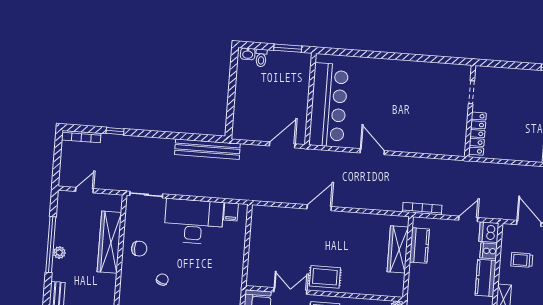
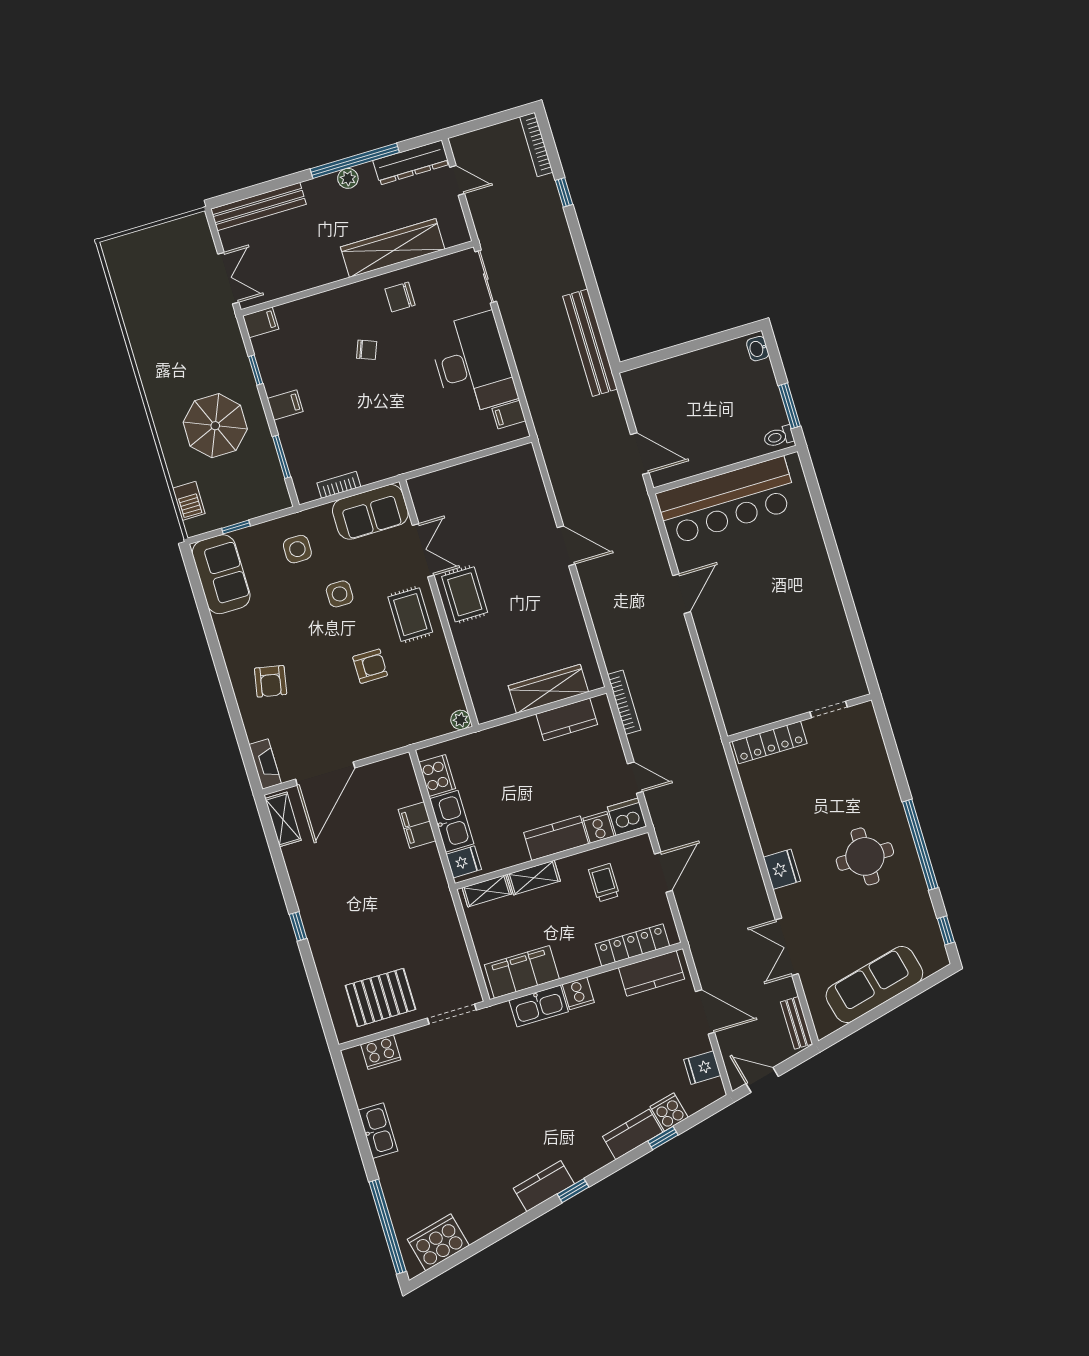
toilet: (261, 58) -> (779, 437), moved
dresser: (64, 213) -> (411, 162), added
chair: (139, 249) -> (400, 297), turned 90

